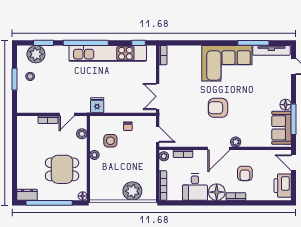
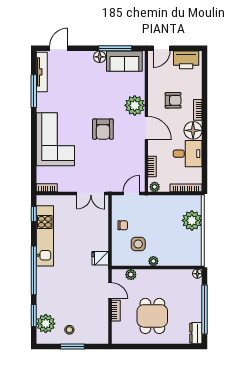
kitchen unit: (108, 53) -> (45, 236), width x0.73
corner sofa: (227, 63) -> (55, 139), moved
plant: (236, 142) -> (135, 105), width x1.87, depth x1.87
dining table: (62, 169) -> (152, 316), moved

